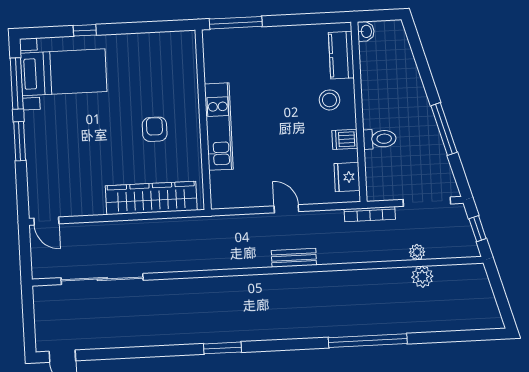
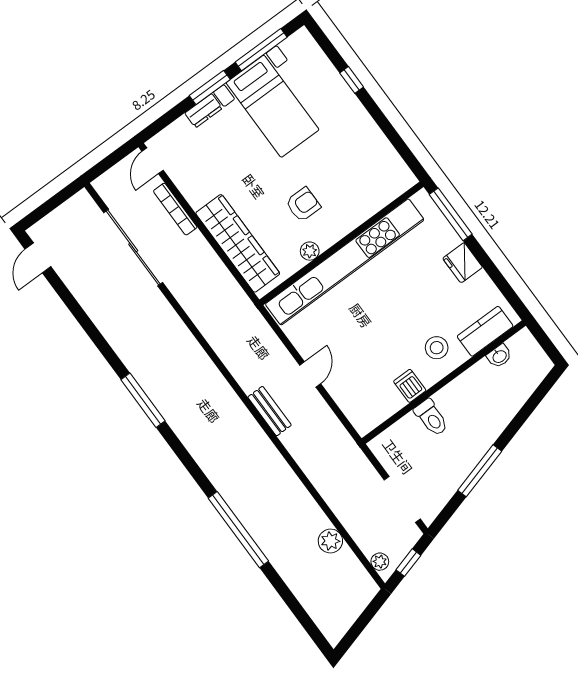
washbasin: (366, 31) -> (499, 356), moved
bed with nightstands: (64, 72) -> (273, 106), moved
kitchen unit: (219, 127) -> (345, 262), width x1.86
plant: (193, 148) -> (310, 251), added
dresser: (34, 157) -> (204, 111), added
fridge: (347, 177) -> (463, 263), moved, turned -90
bookcase: (370, 214) -> (175, 209), moved
plant: (417, 252) -> (380, 562), moved
window: (222, 348) -> (143, 400), width x1.44

